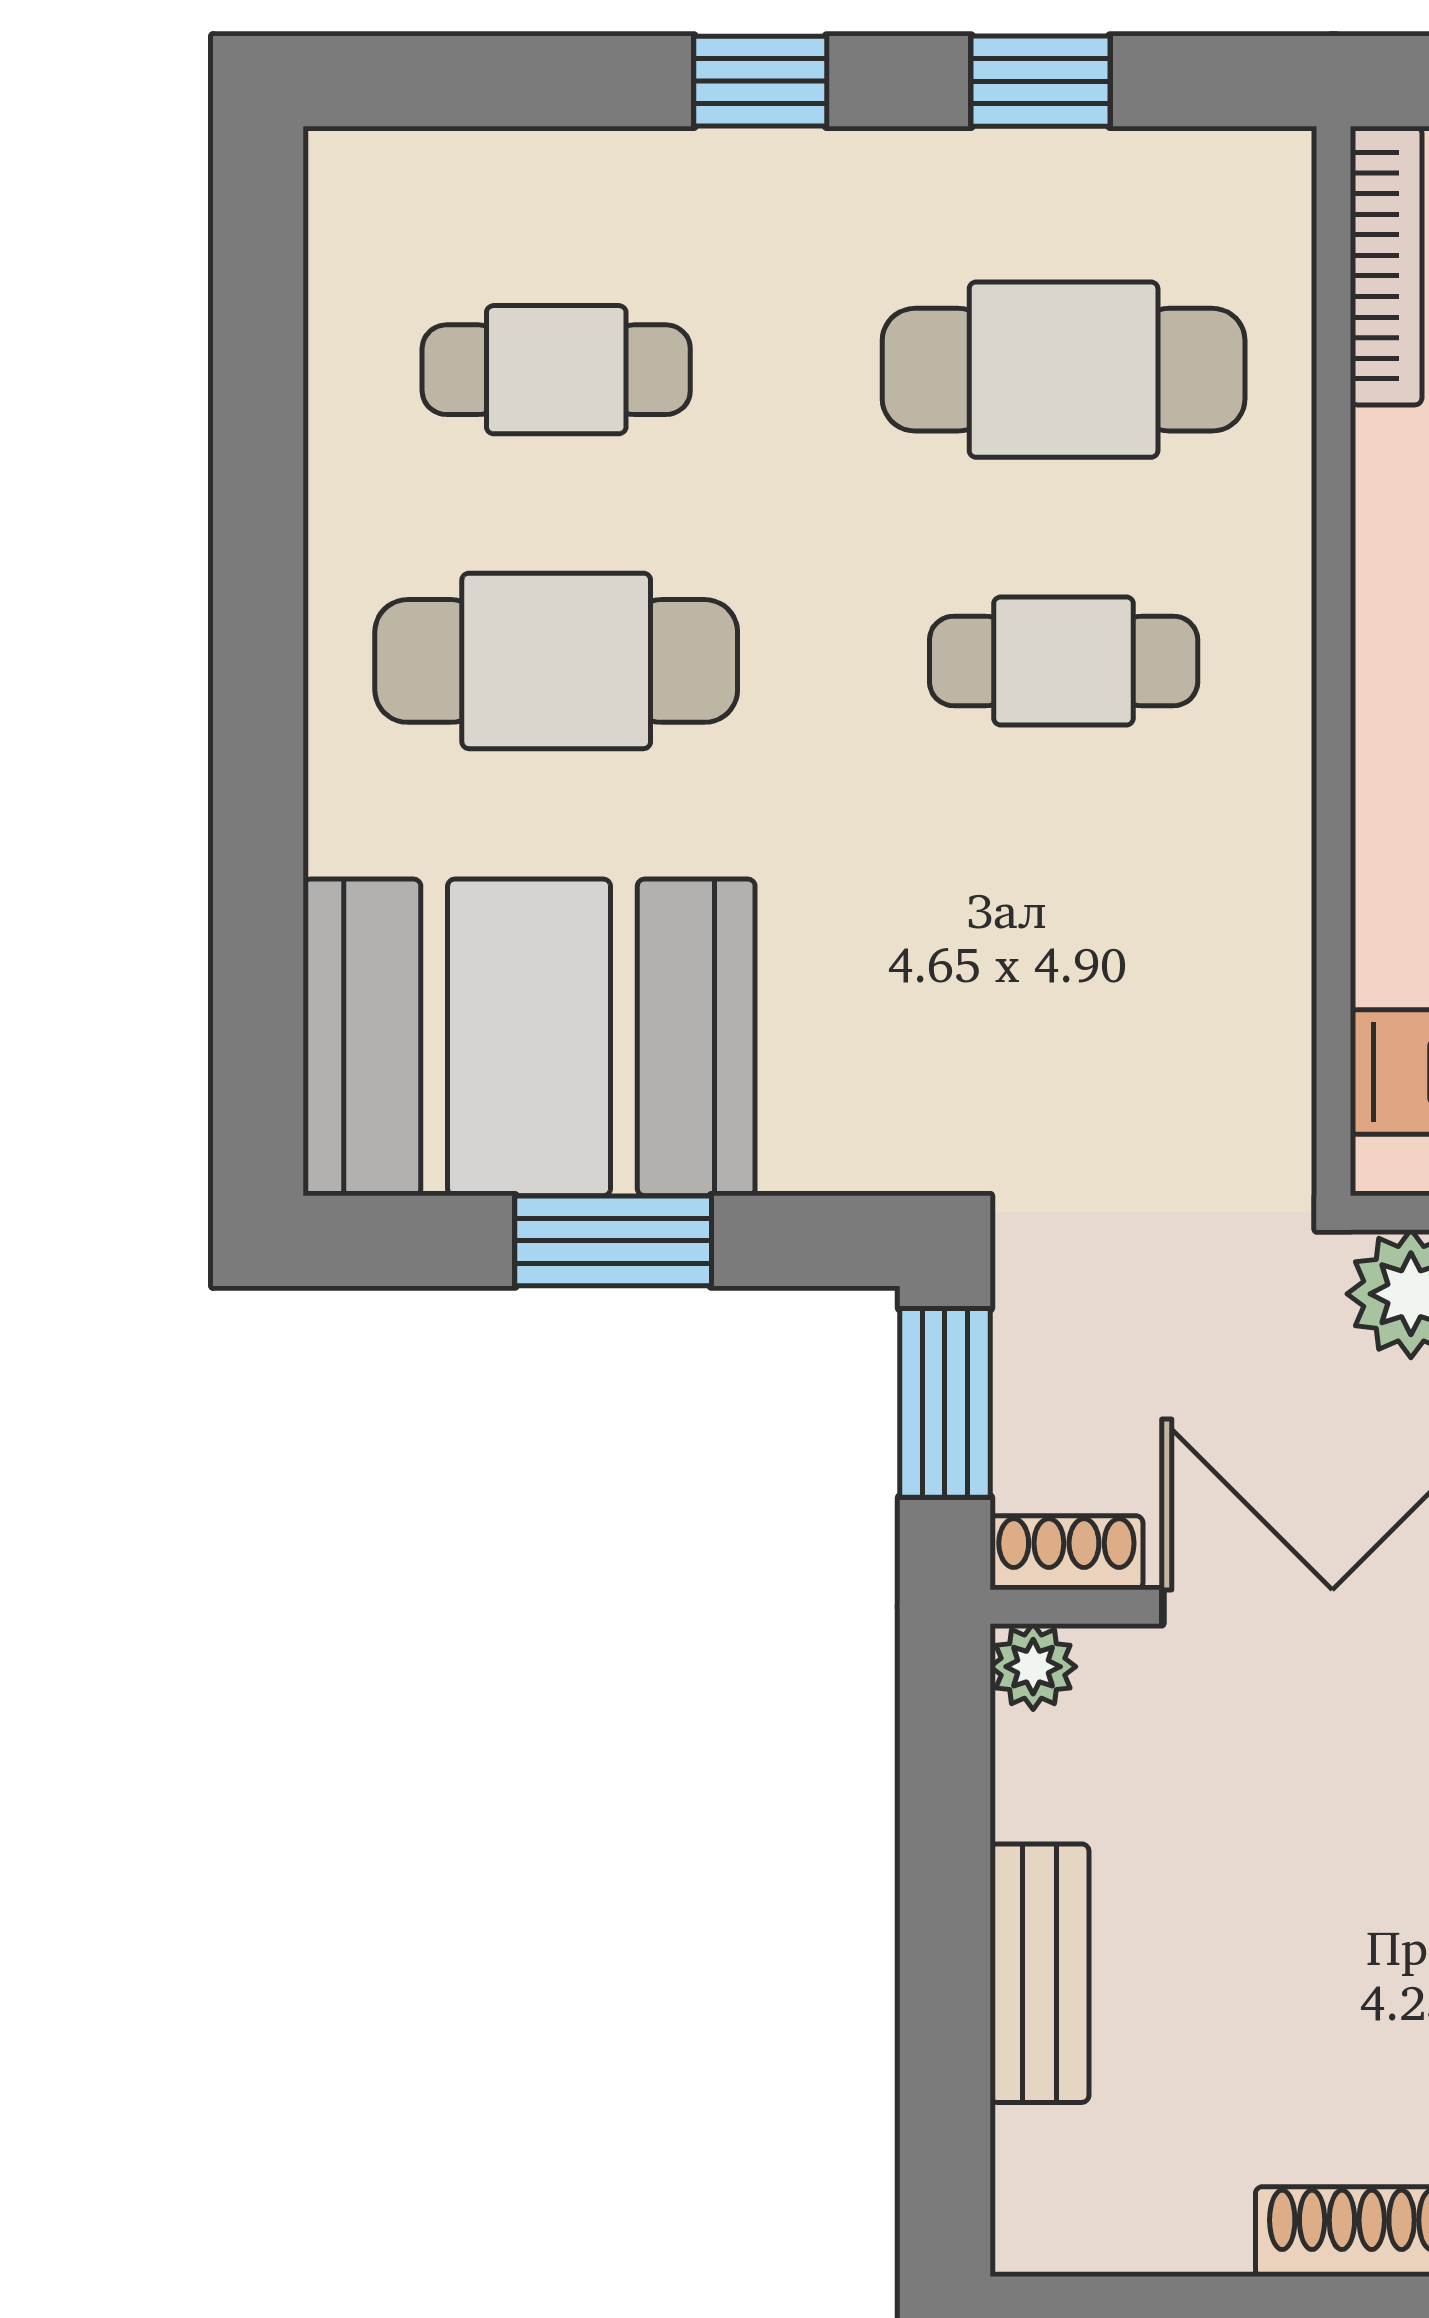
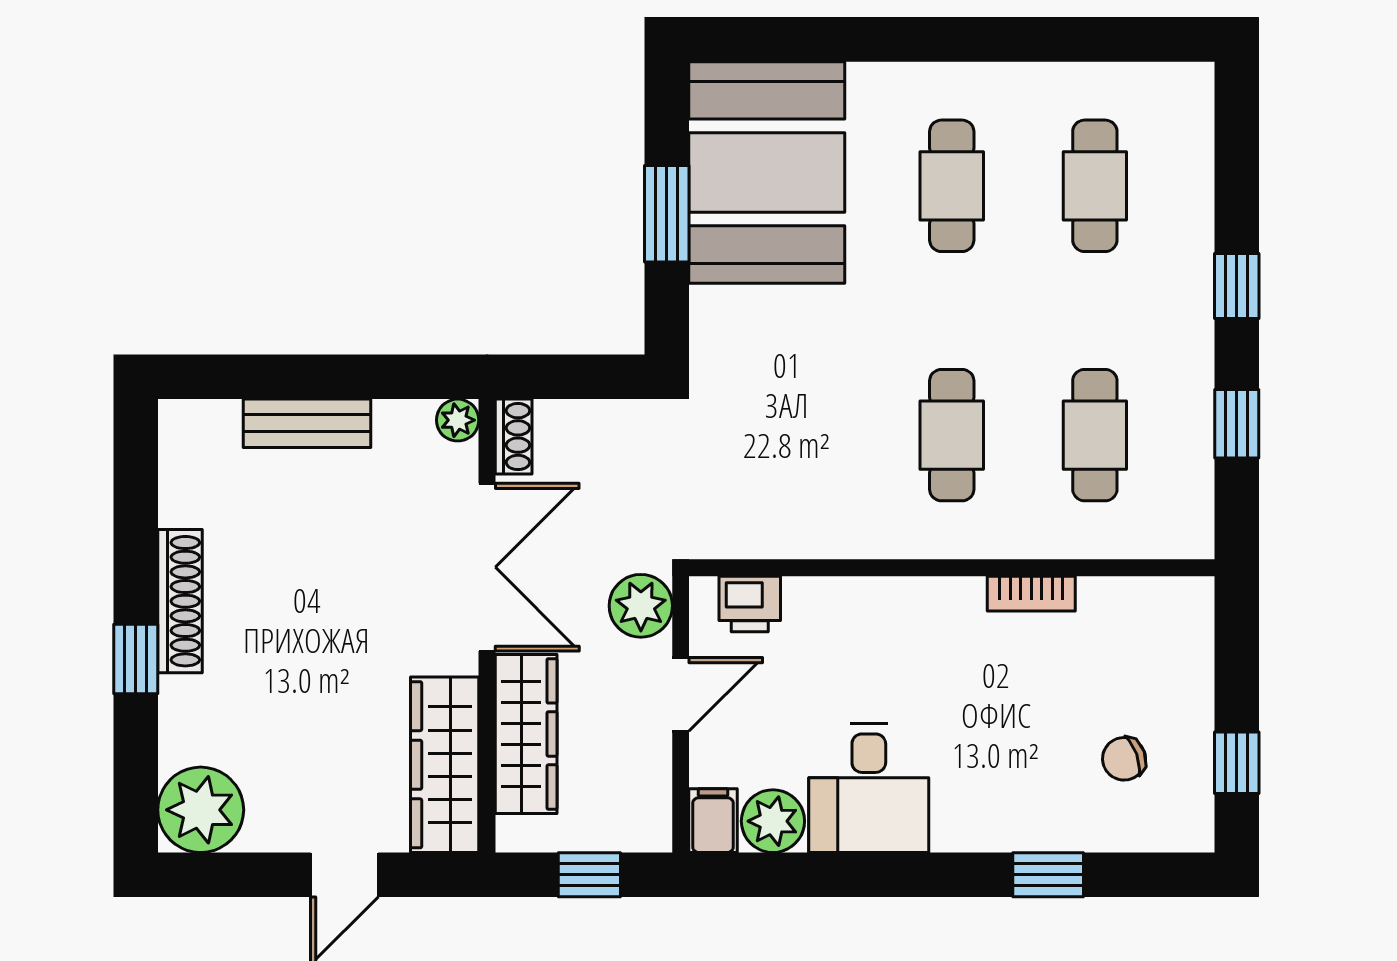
bookcase: (1386, 266) -> (1031, 594), moved, width x0.64
cafe table: (1064, 370) -> (1095, 435), width x0.73, depth x0.74
cafe table: (556, 661) -> (952, 186), width x0.73, depth x0.74
window: (945, 1403) -> (587, 377), removed

